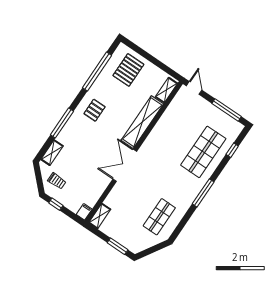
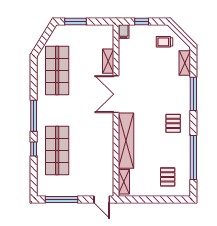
pallet: (128, 70) -> (168, 177), width x0.67, depth x0.71
window: (232, 150) -> (34, 149), moved
double door: (125, 165) -> (116, 94), swing flipped
window: (56, 204) -> (142, 22), moved
shelving: (100, 216) -> (108, 61), moved
shop shelf: (159, 217) -> (57, 70), width x1.43, depth x1.36

